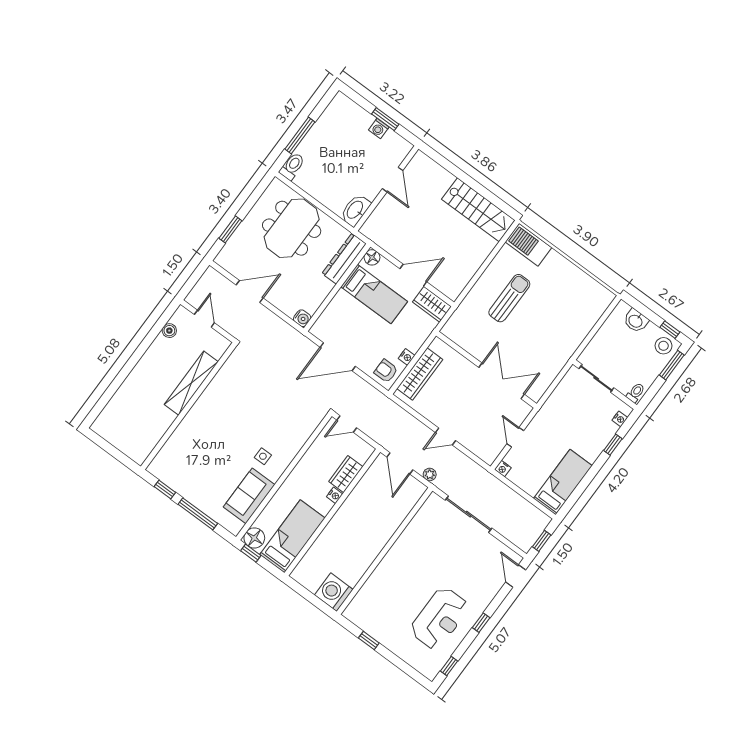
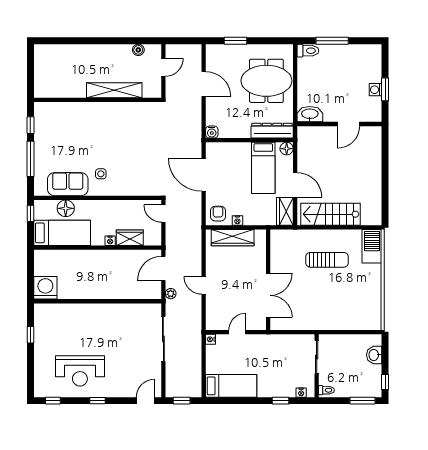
stairs: (478, 210) -> (331, 214), moved, turned 90
stool: (663, 346) -> (371, 386), removed
floor lamp: (254, 538) -> (66, 208), moved

